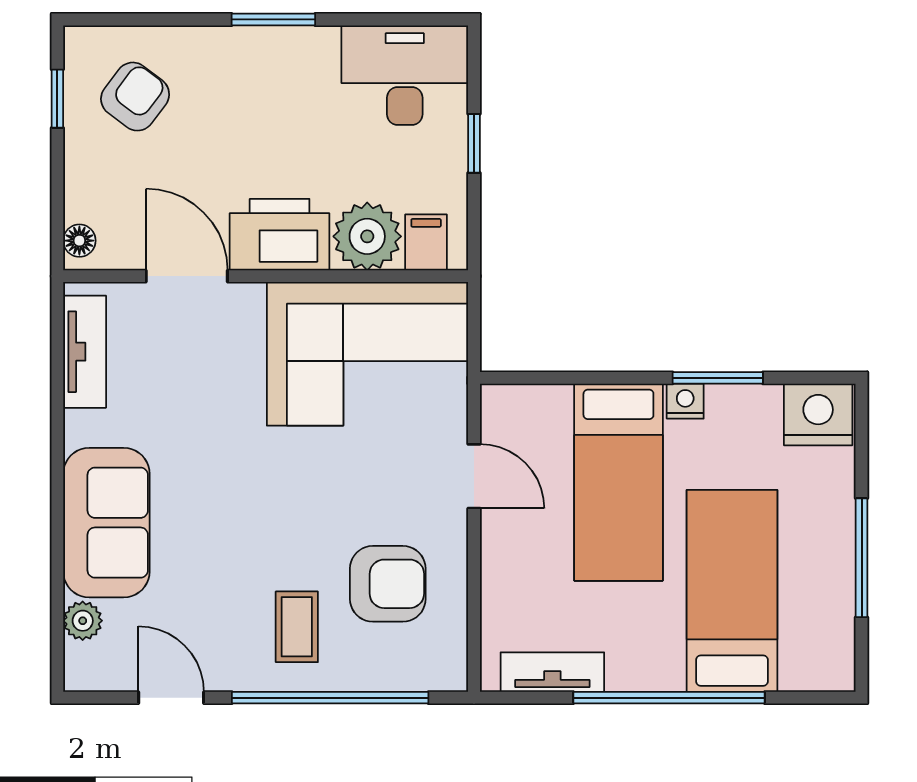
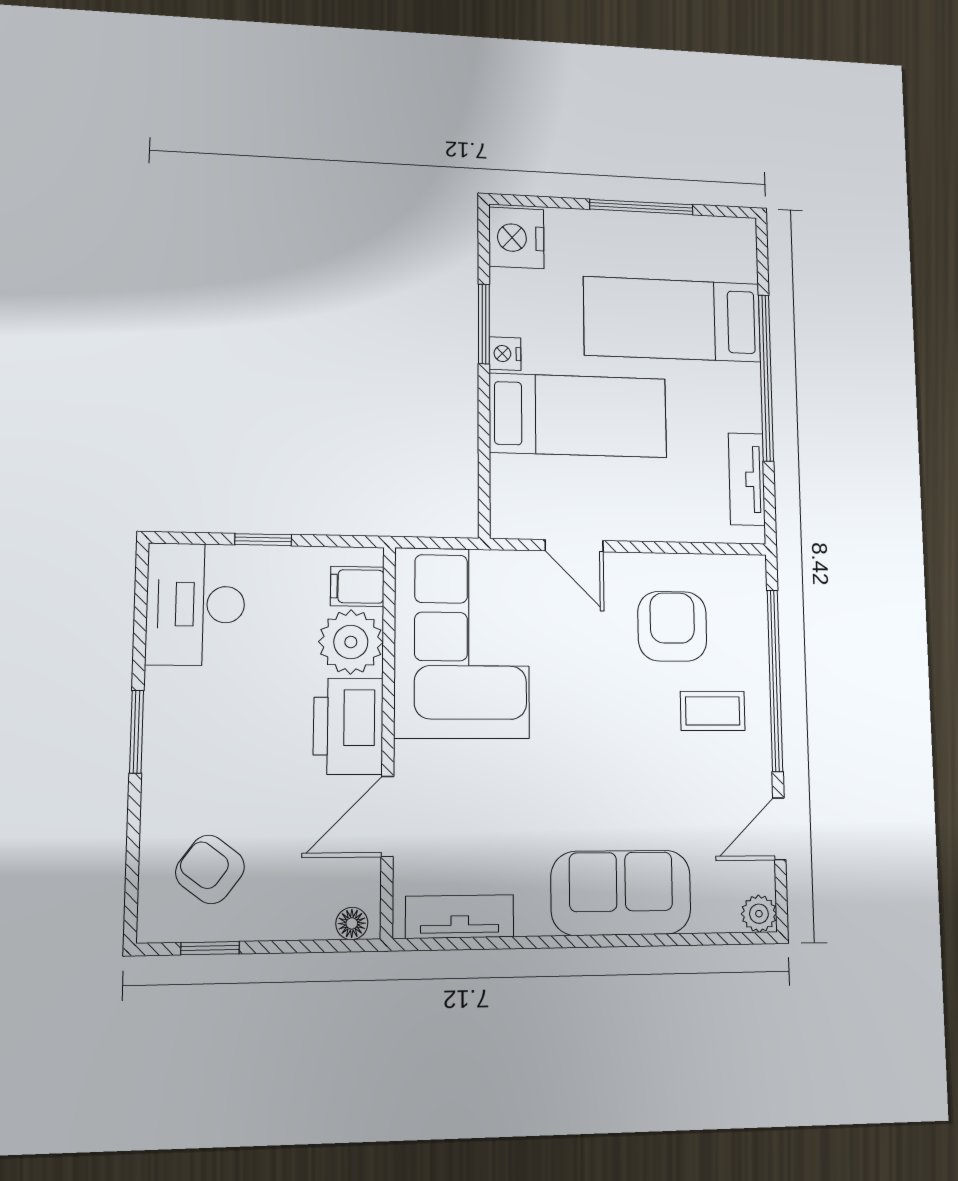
door: (474, 476) -> (574, 546), swing flipped
plant: (83, 621) -> (759, 914), moved

